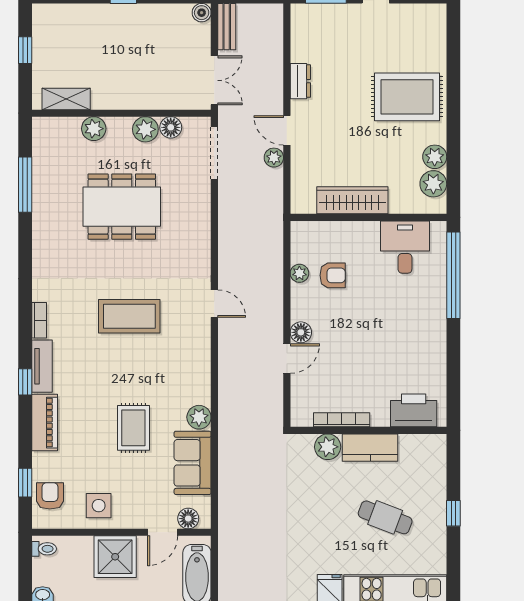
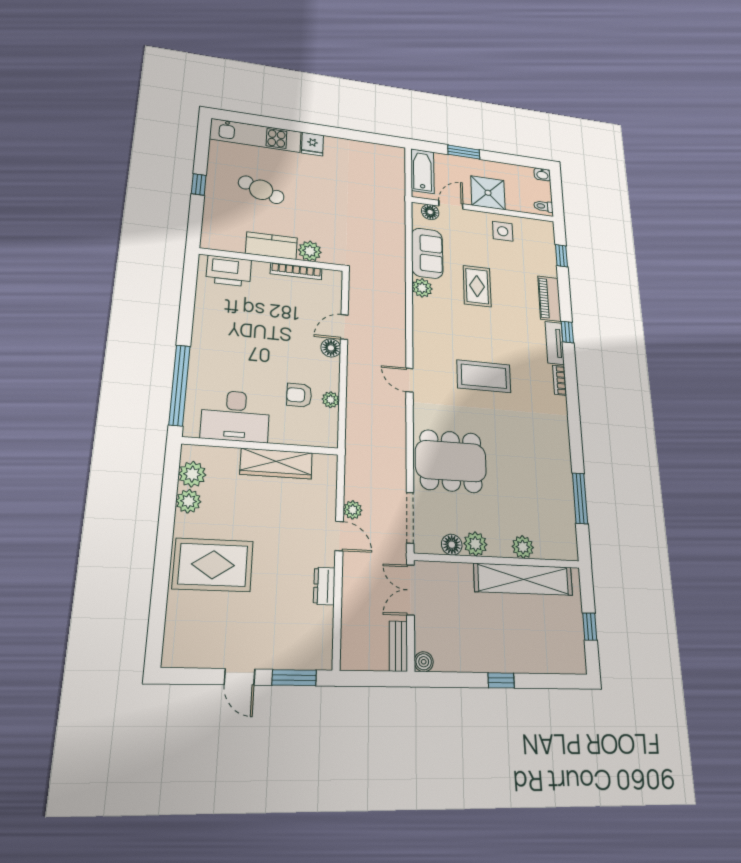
shelving: (66, 99) -> (523, 579), width x2.20, depth x1.33
dining table: (122, 207) -> (451, 461), moved
desk: (405, 247) -> (235, 416), width x1.37
armchair: (50, 496) -> (541, 243), removed

